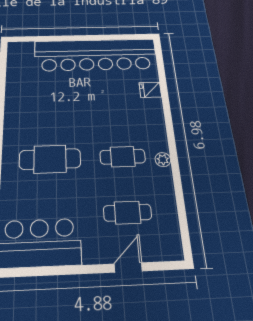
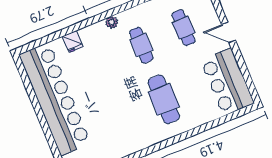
plant: (163, 160) -> (112, 22), moved
door: (128, 267) -> (228, 32), moved

